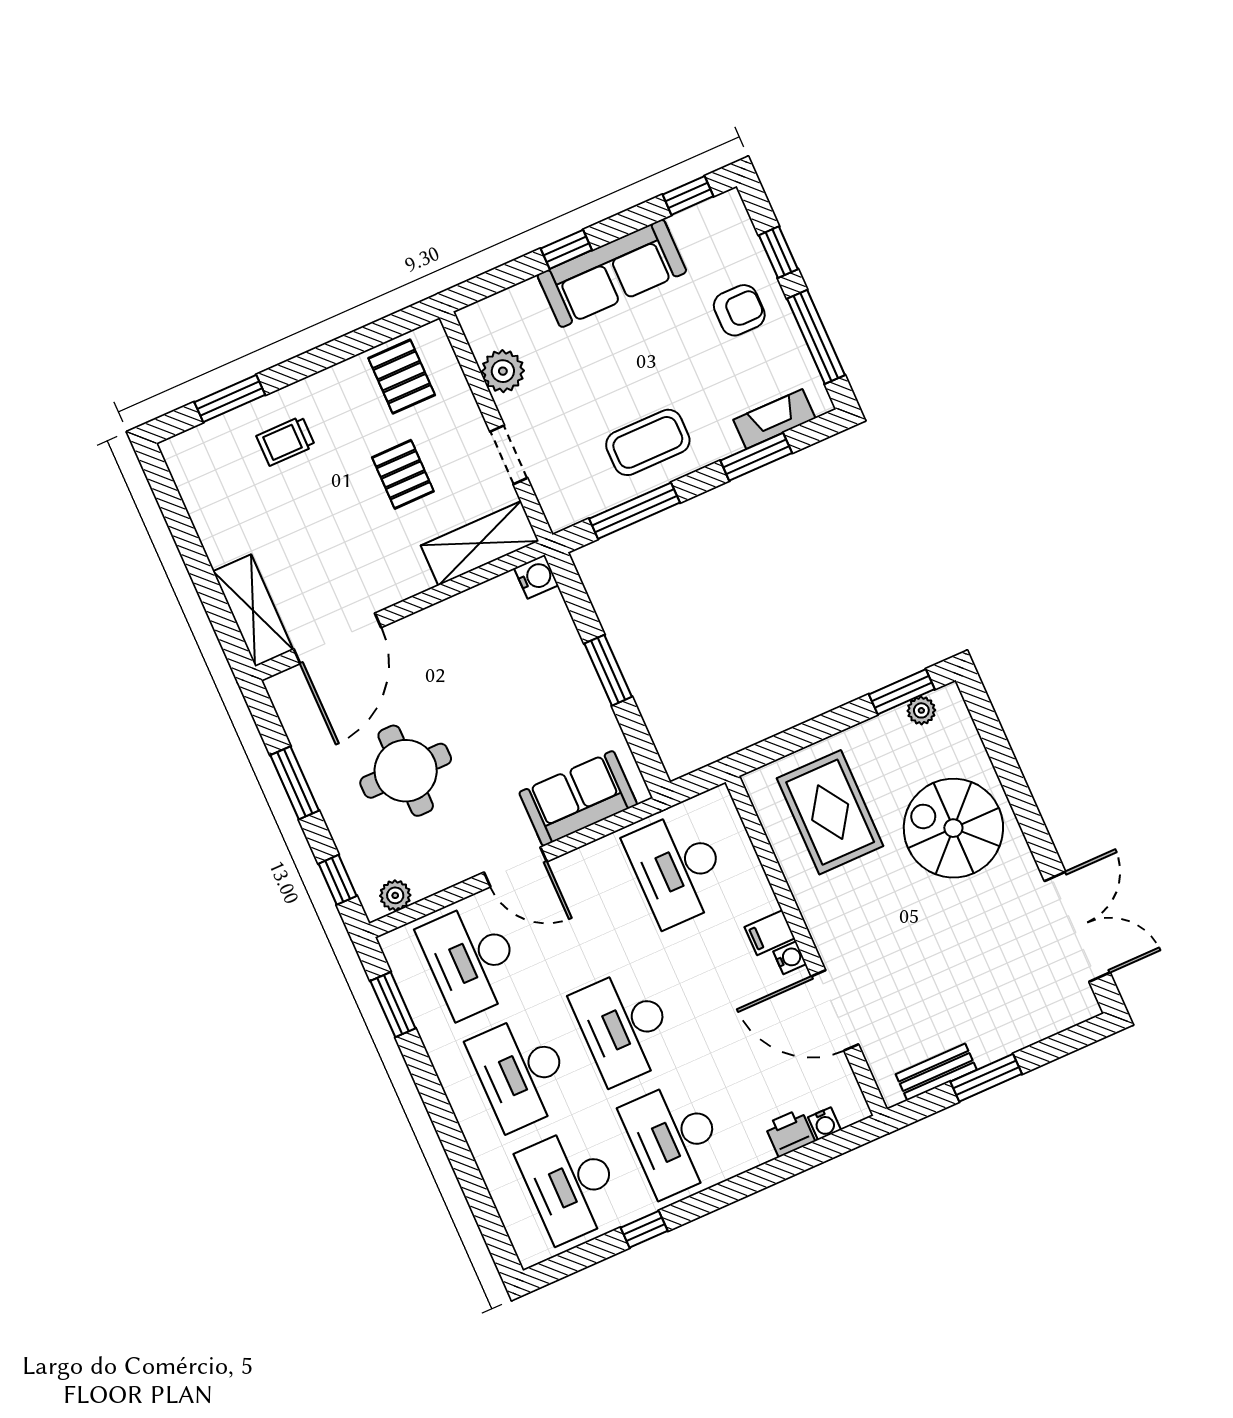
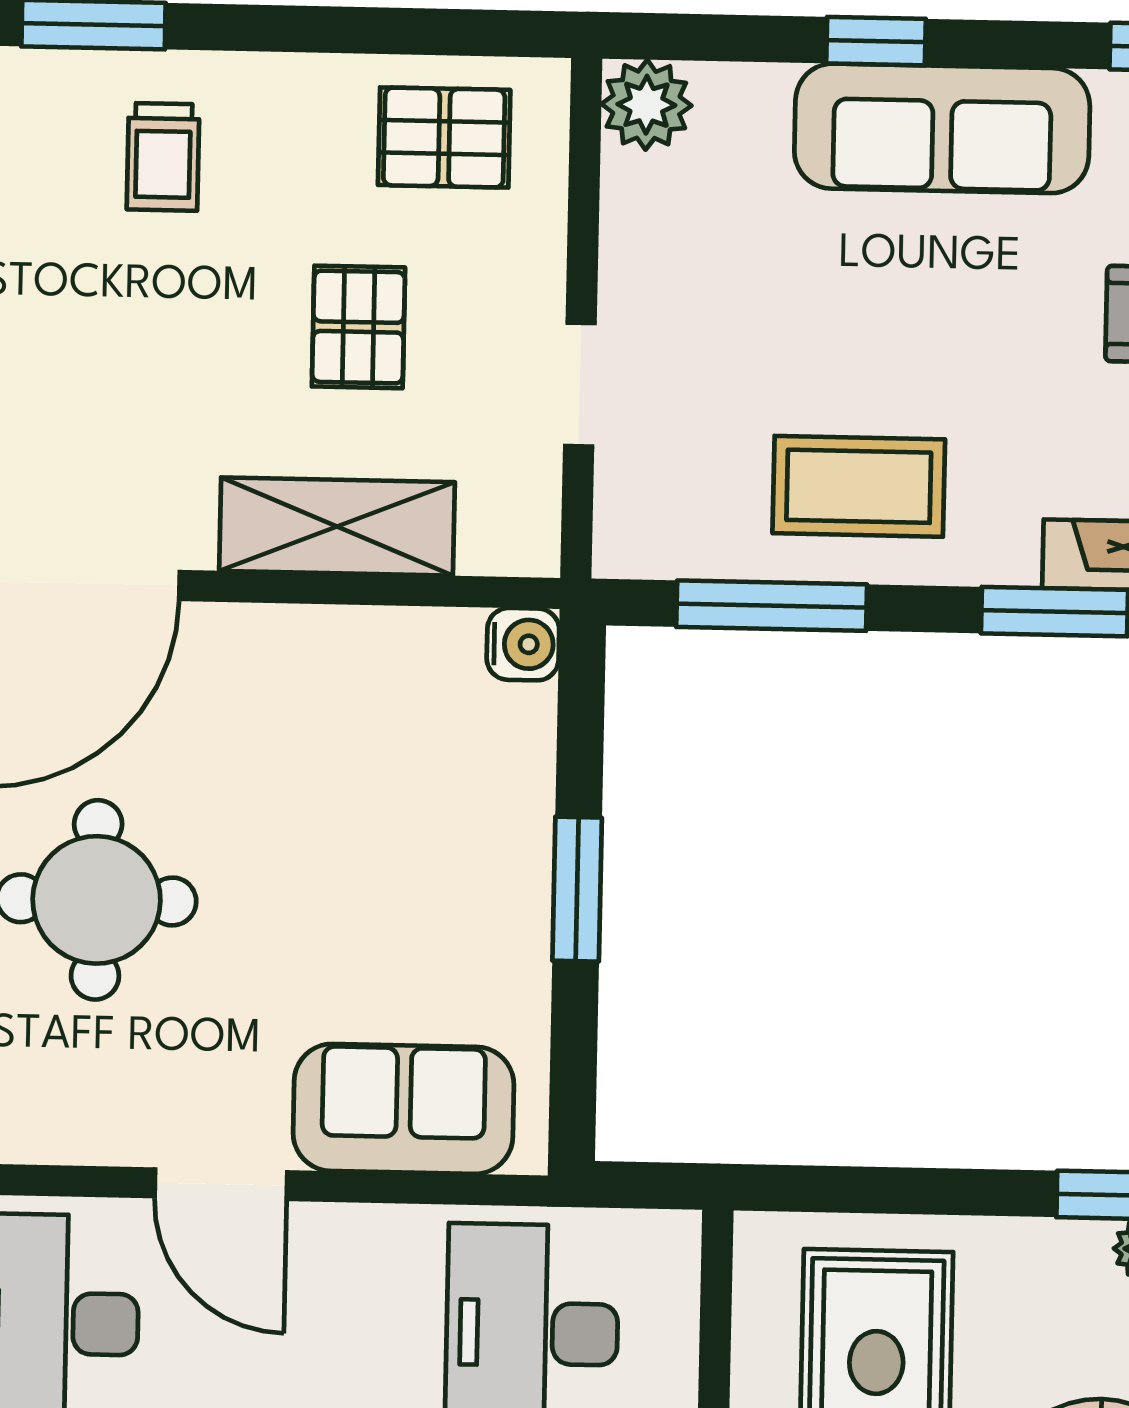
plant: (503, 371) -> (646, 105), moved
pallet: (402, 377) -> (444, 137), turned 90
trolley: (286, 441) -> (163, 157), turned -90
shelving: (480, 543) -> (337, 527), moved

